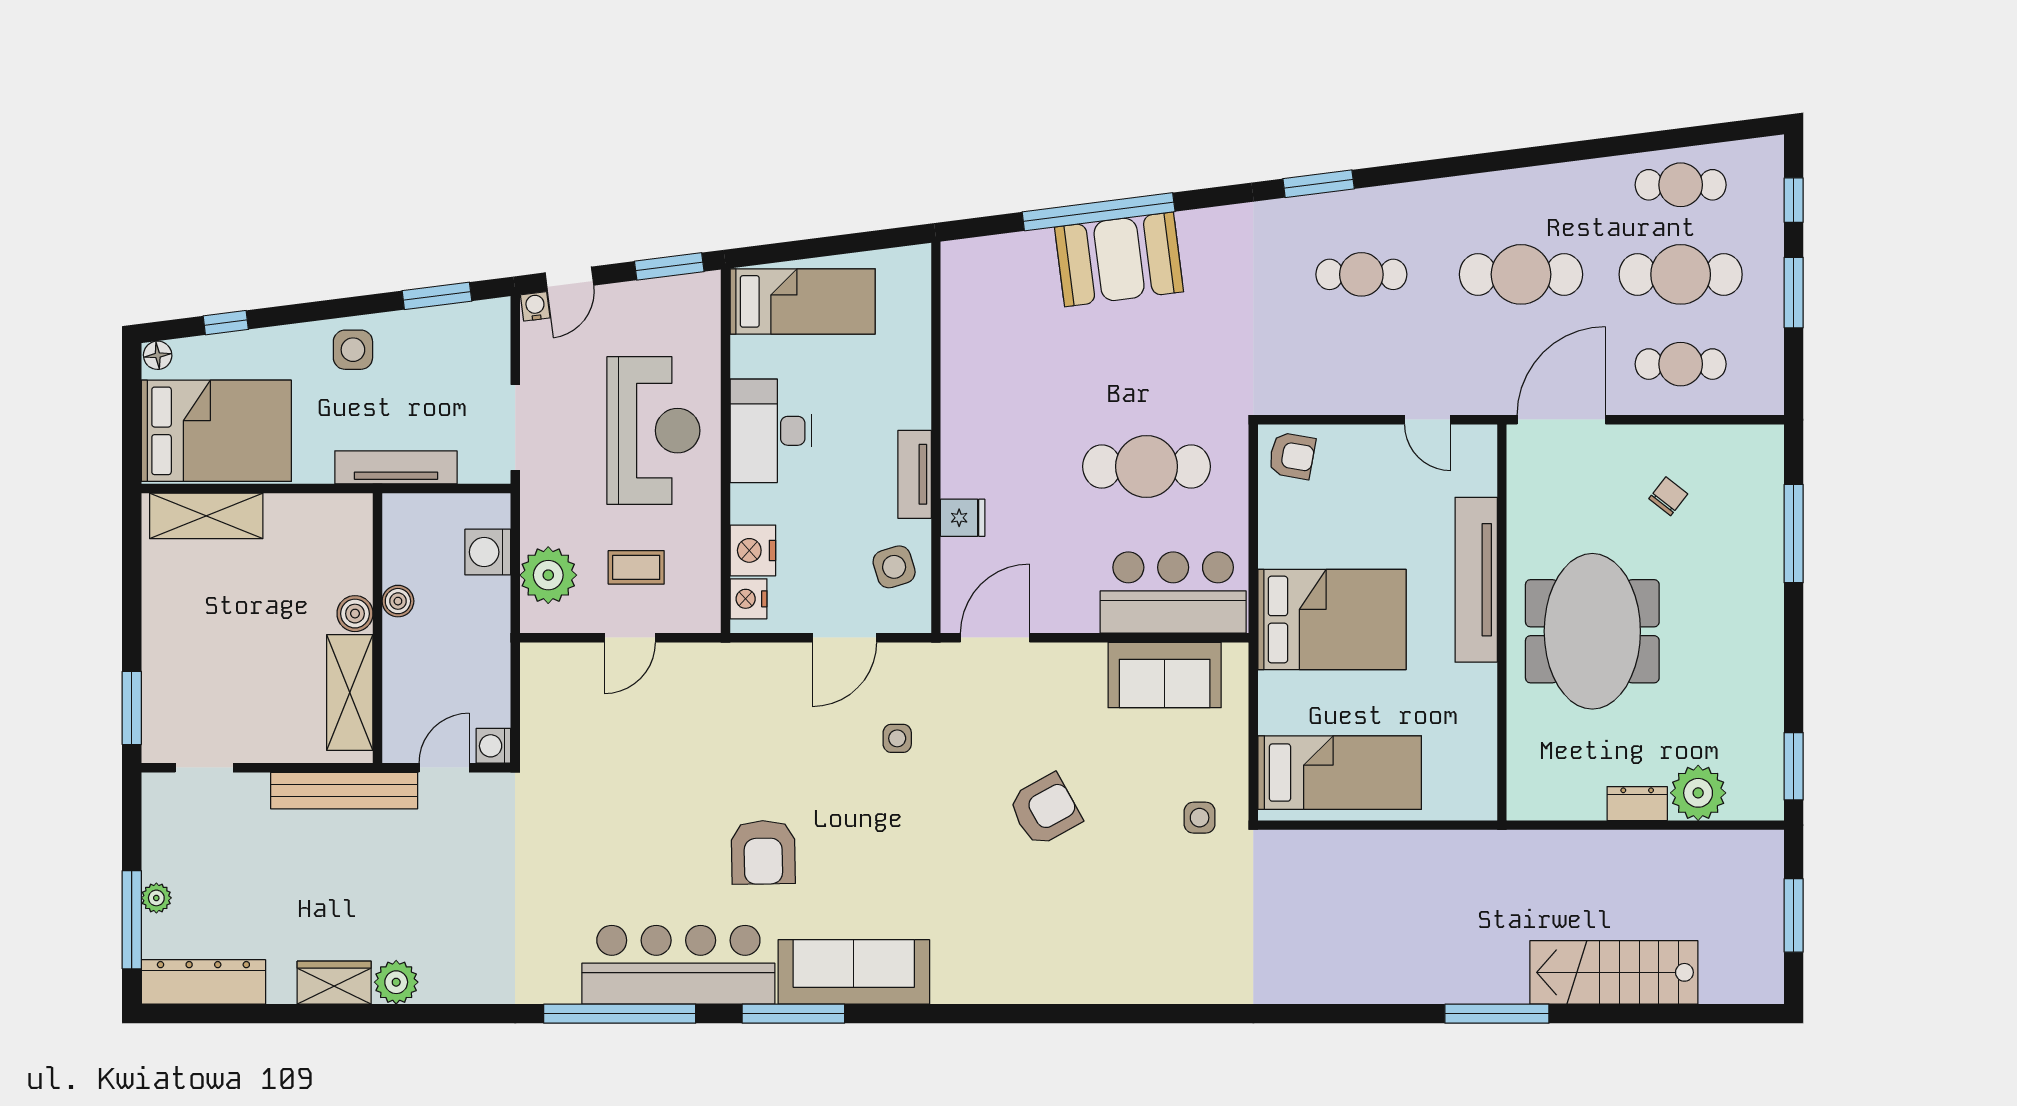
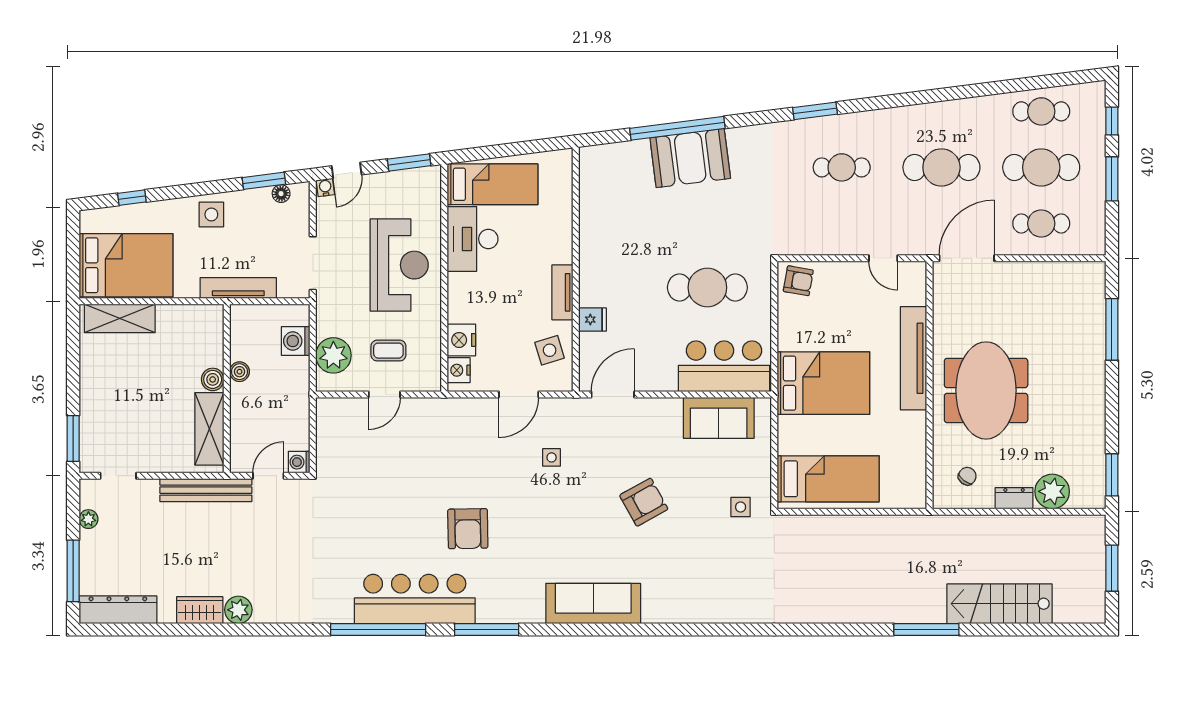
floor lamp: (158, 355) -> (281, 194), moved
desk: (771, 431) -> (473, 239), moved
chair: (1668, 496) -> (967, 476), moved
plant: (156, 898) -> (88, 519), moved
sofa: (854, 972) -> (593, 603), moved

